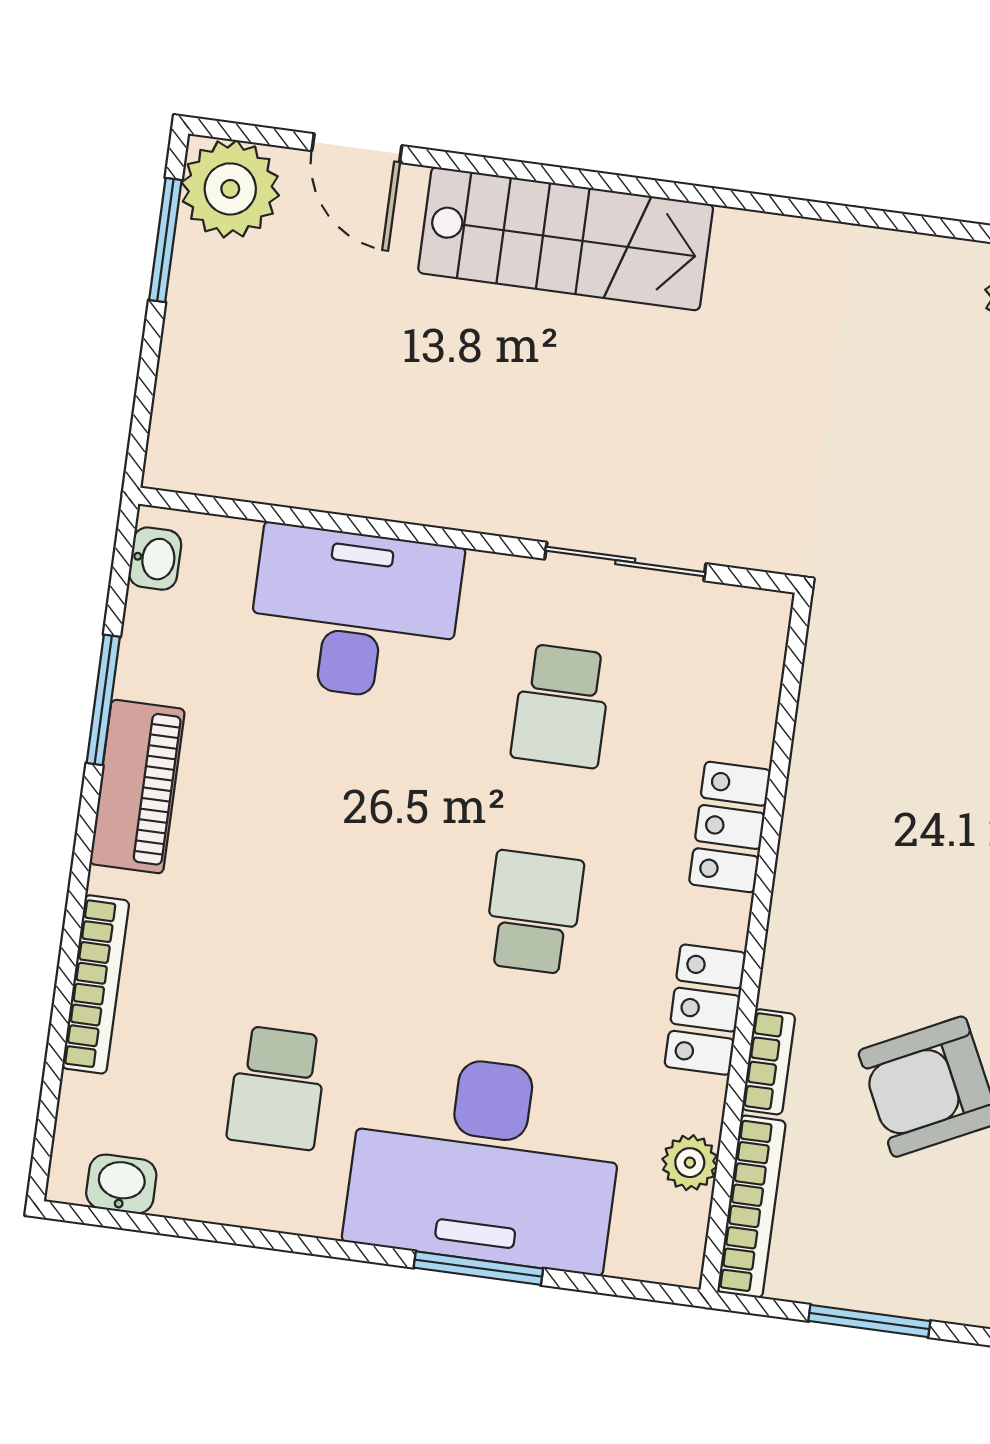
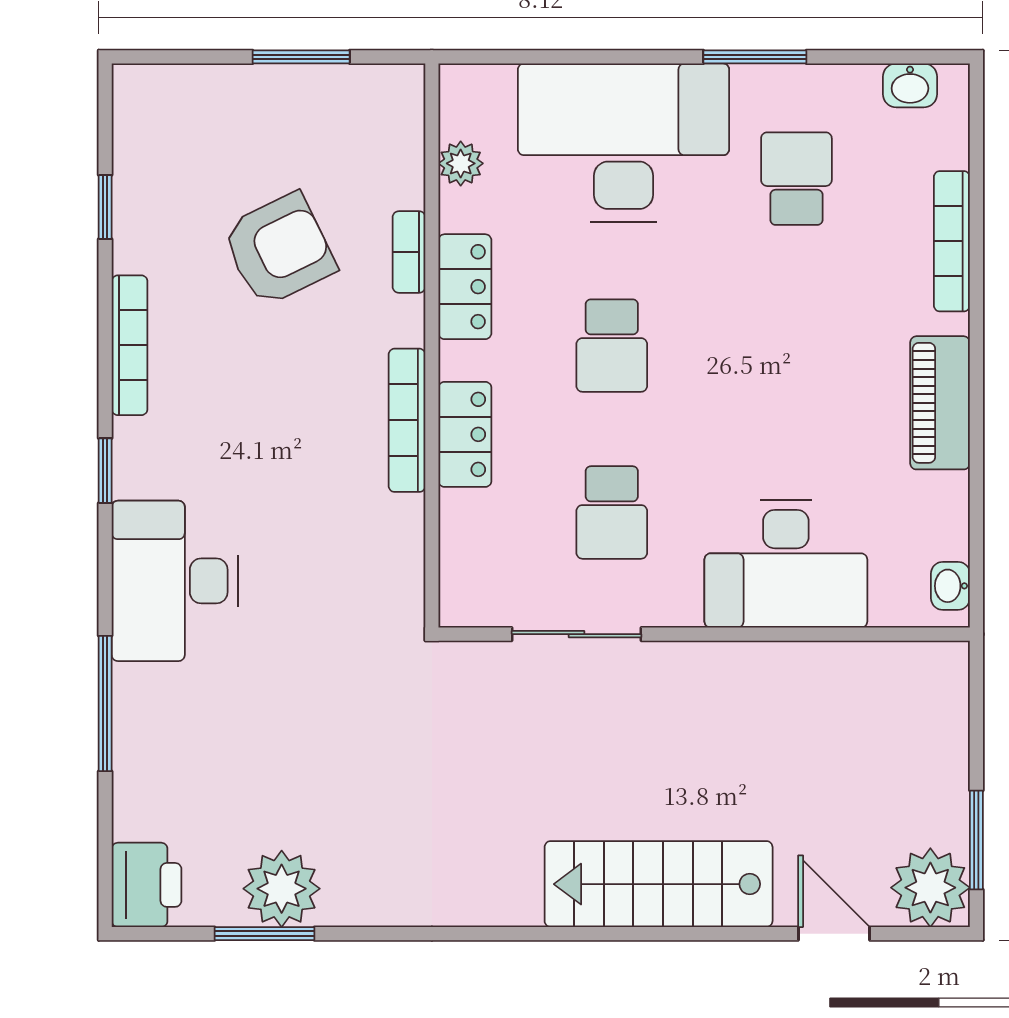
window: (103, 700) -> (976, 468), removed
school desk: (561, 706) -> (612, 512), turned 180
bookcase: (751, 1207) -> (407, 420), moved
window: (478, 1268) -> (755, 57), moved

